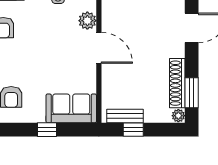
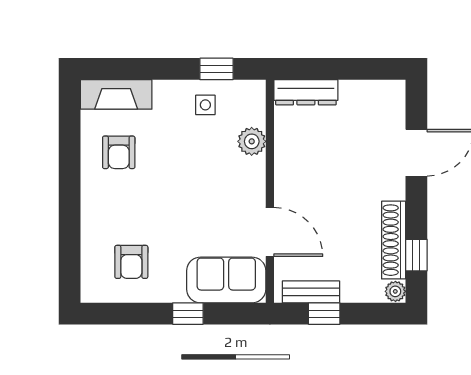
door: (99, 48) -> (270, 232), moved
window: (192, 93) -> (416, 255), width x0.67

